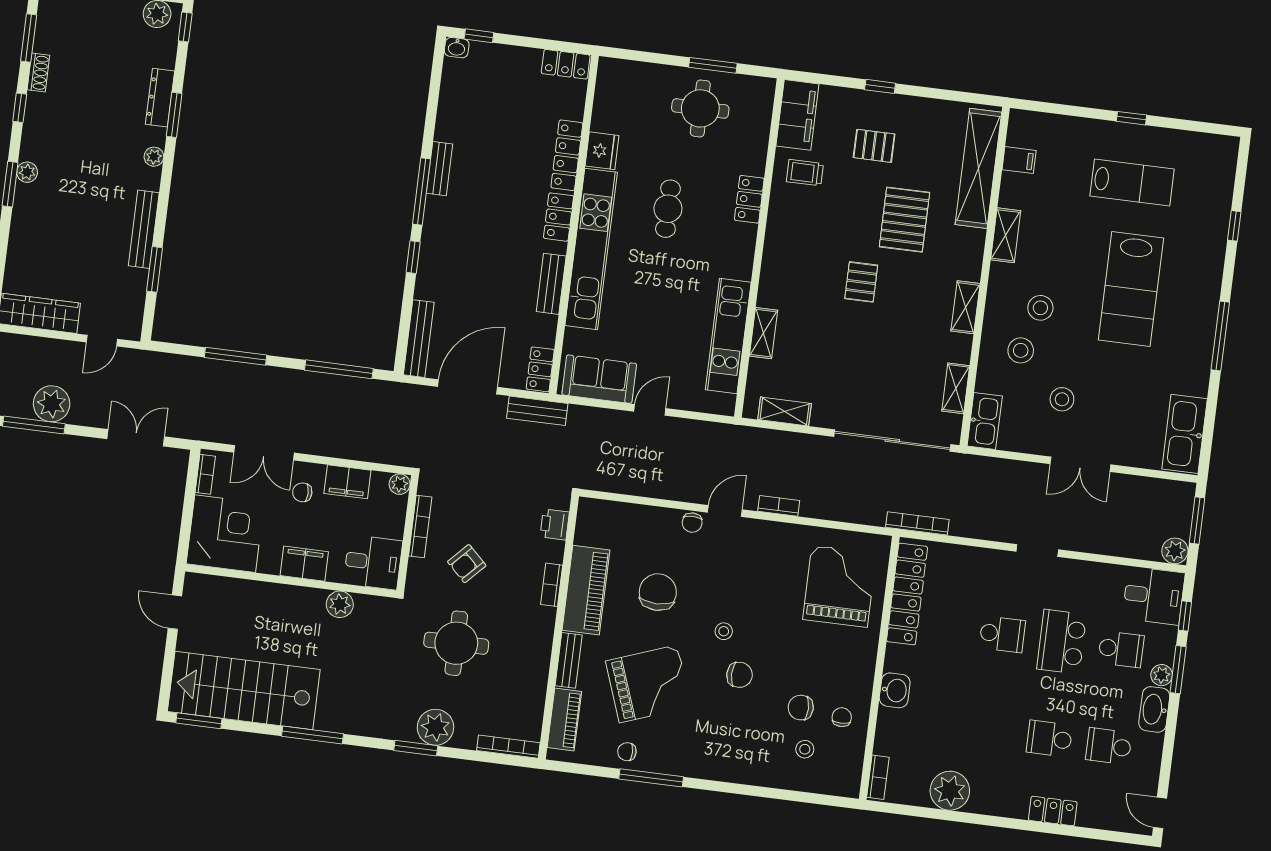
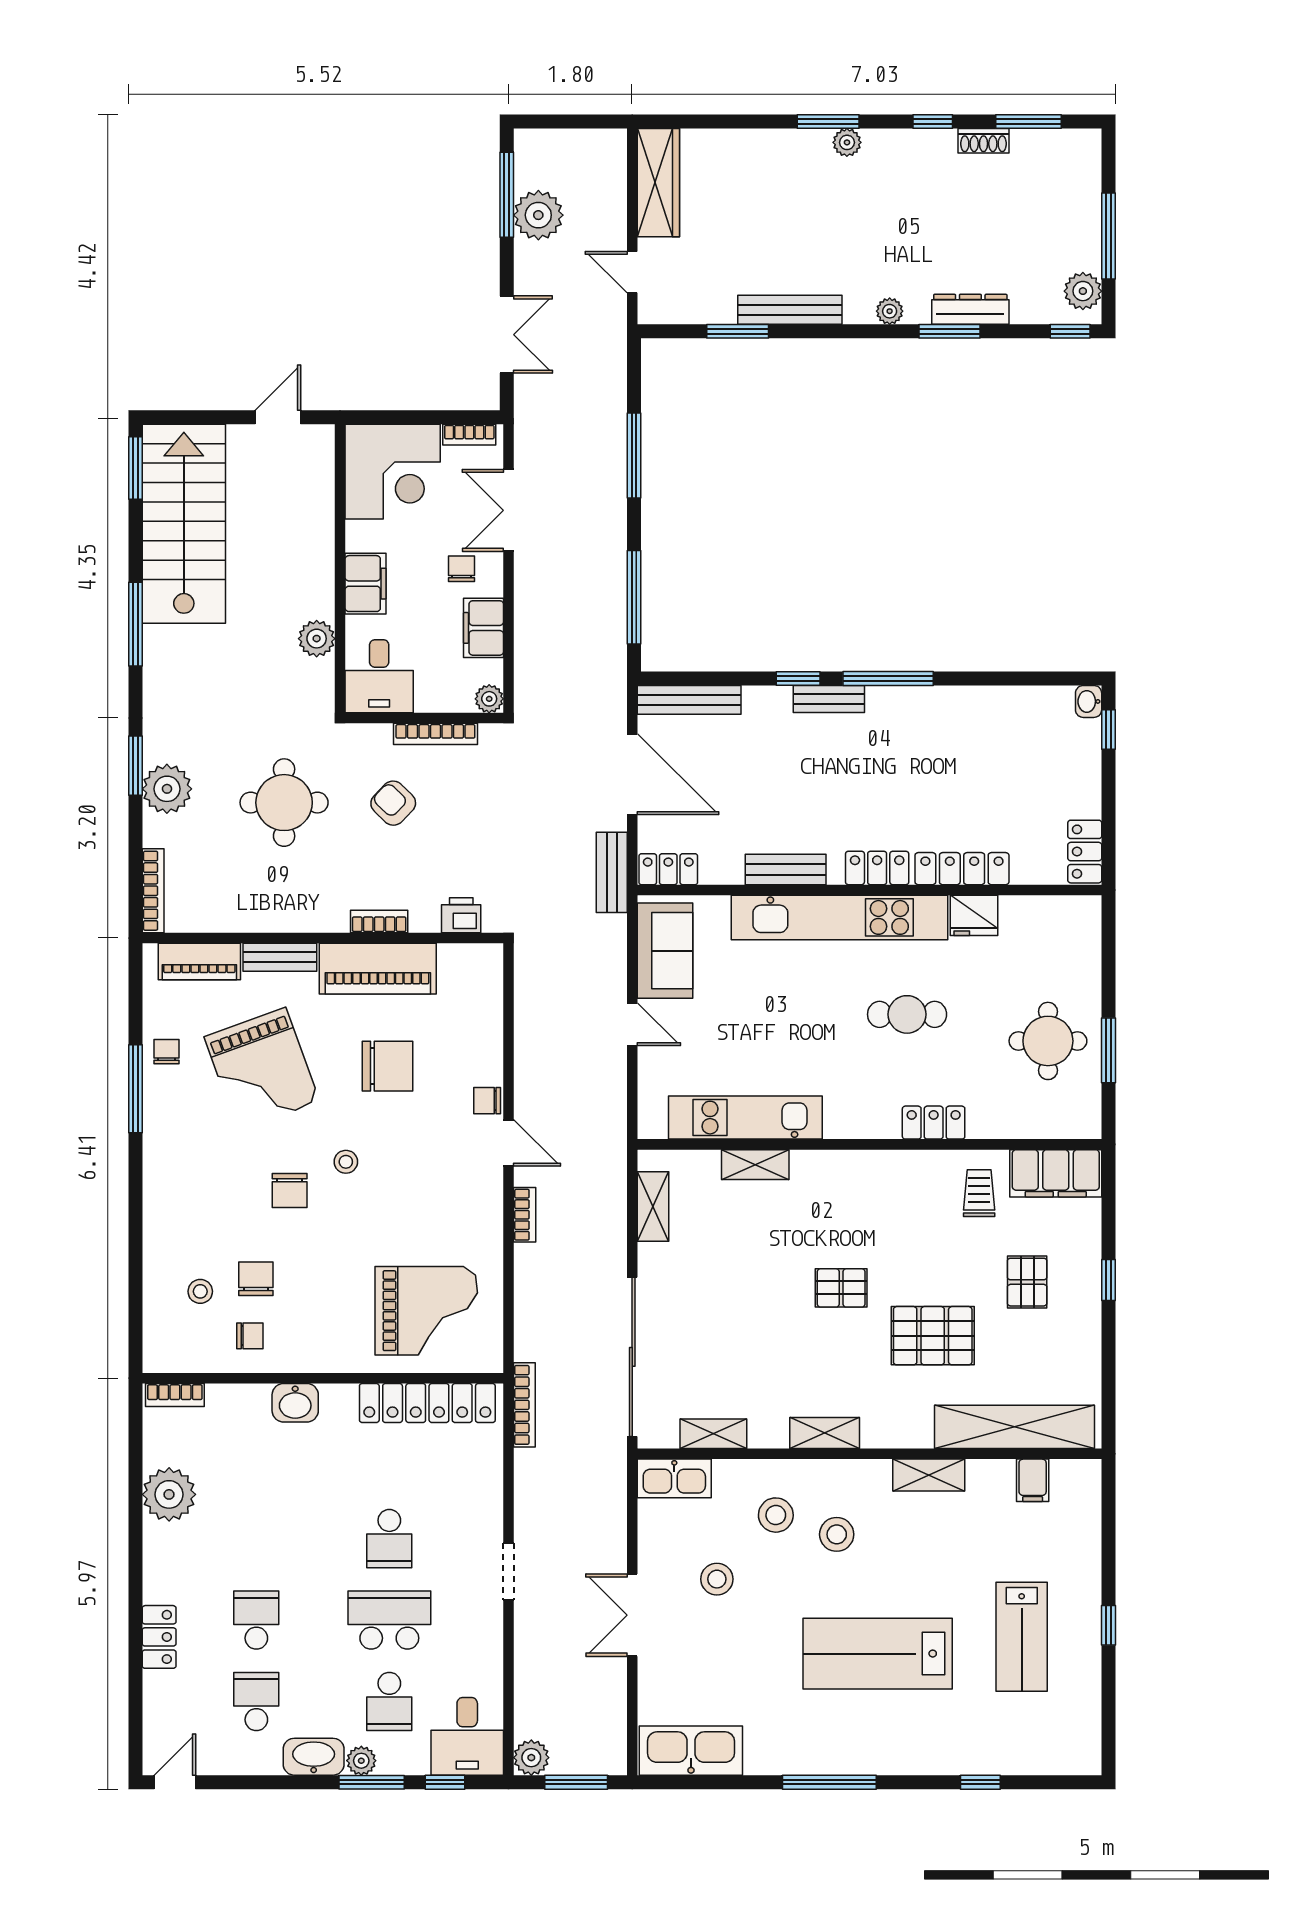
bench: (440, 169) -> (829, 699), moved

